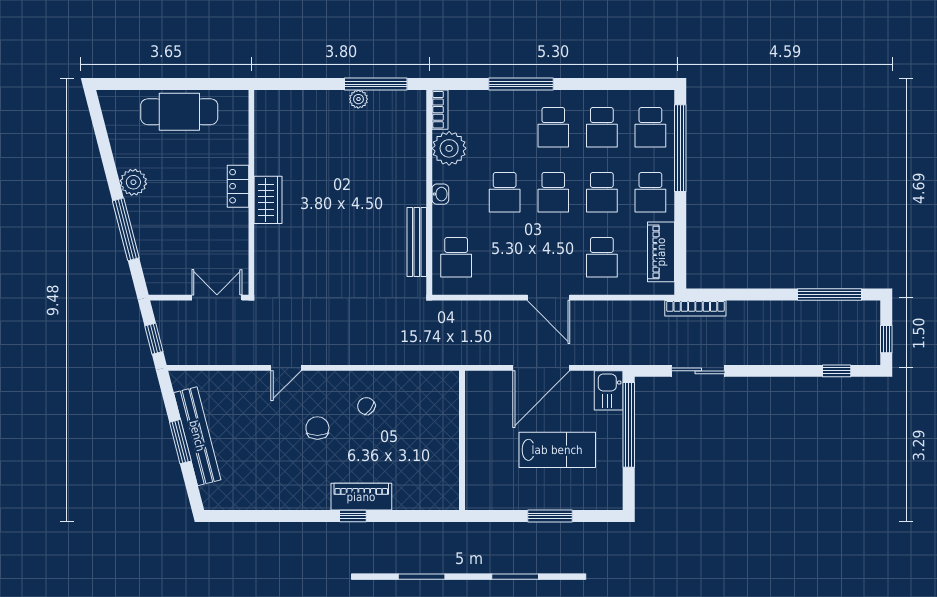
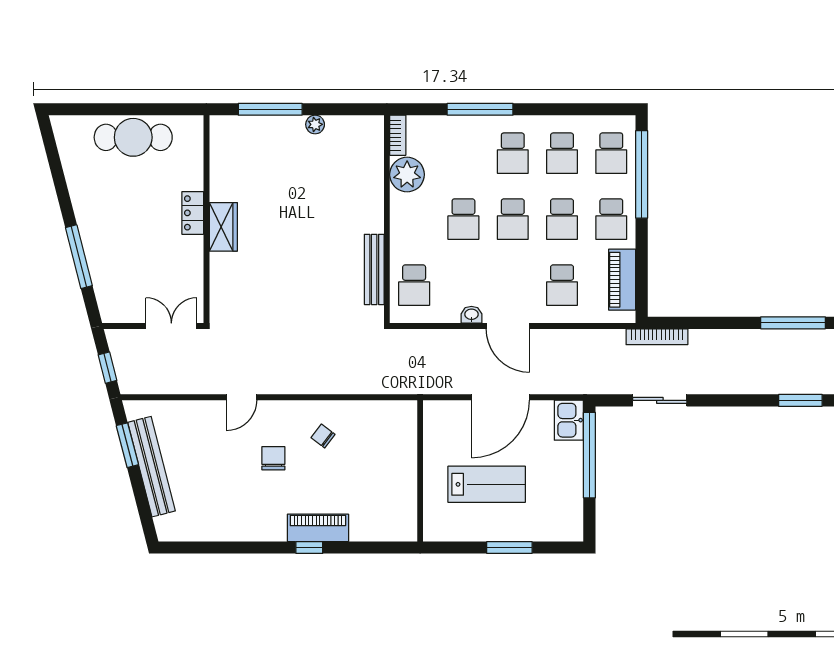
window: (376, 84) -> (270, 109), moved
plant: (133, 182) -> (87, 209), removed
washbasin: (440, 194) -> (471, 315), moved, turned -90
window: (837, 371) -> (800, 400), width x1.50
window: (180, 442) -> (127, 445), moved
lab bench: (557, 450) -> (487, 484), moved

